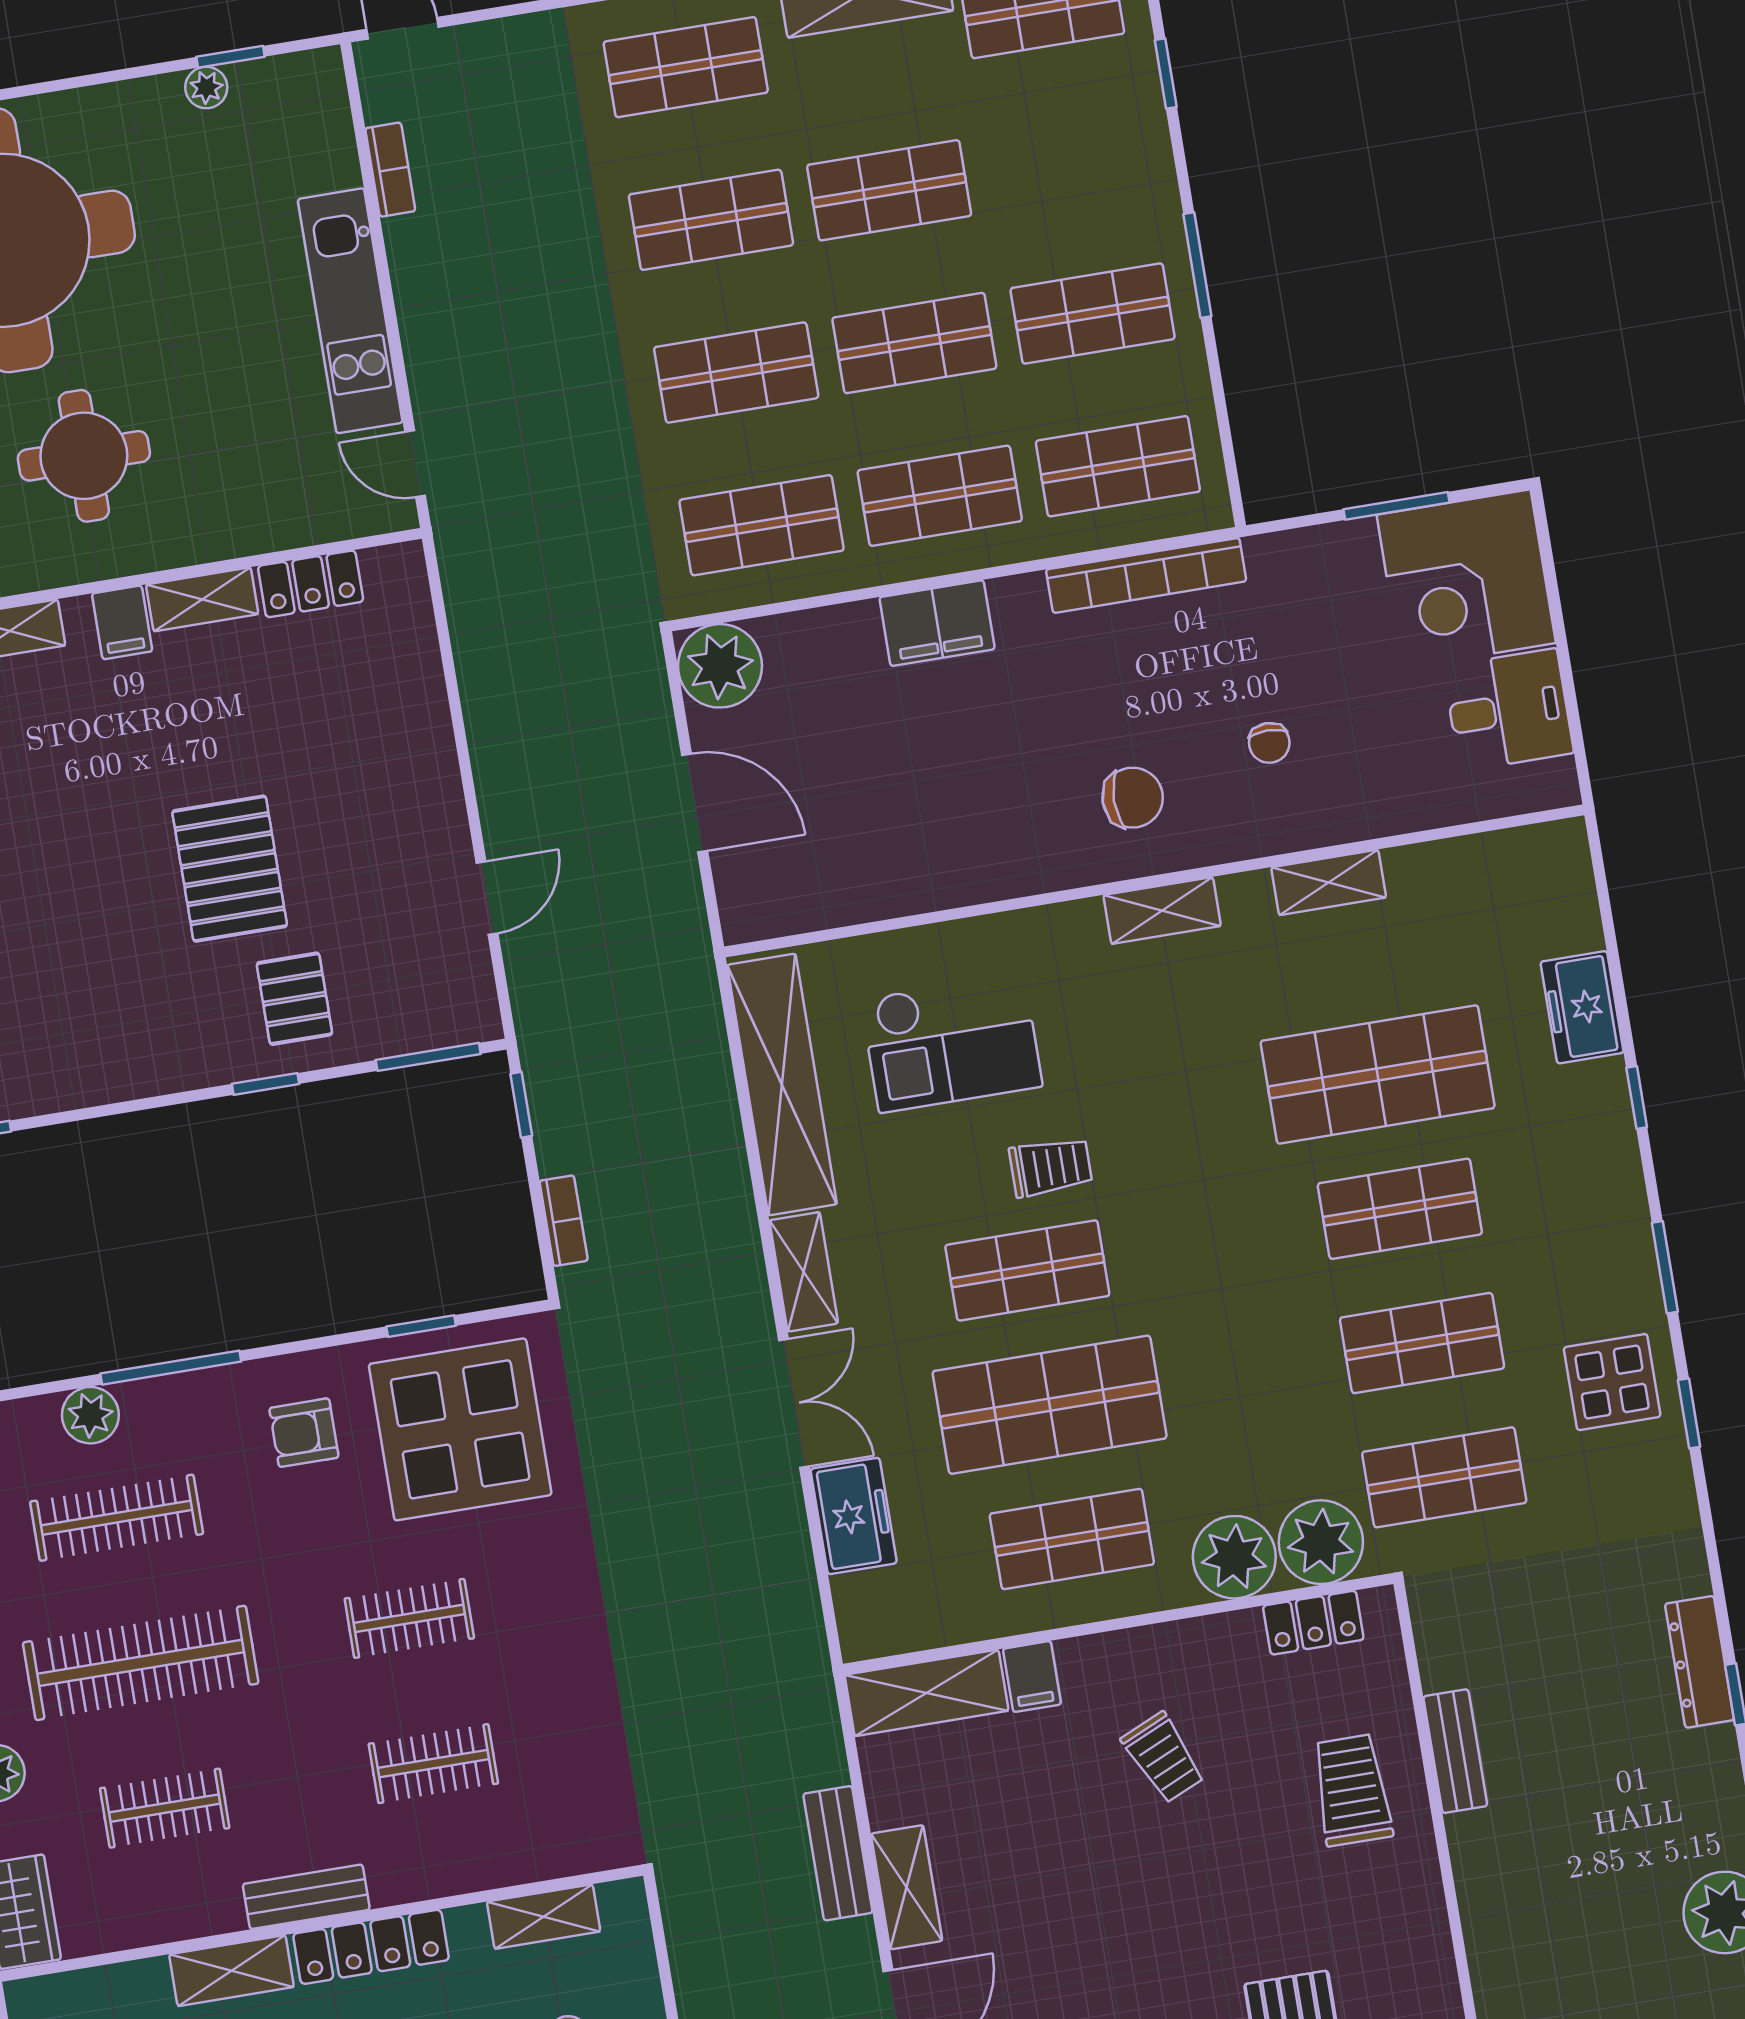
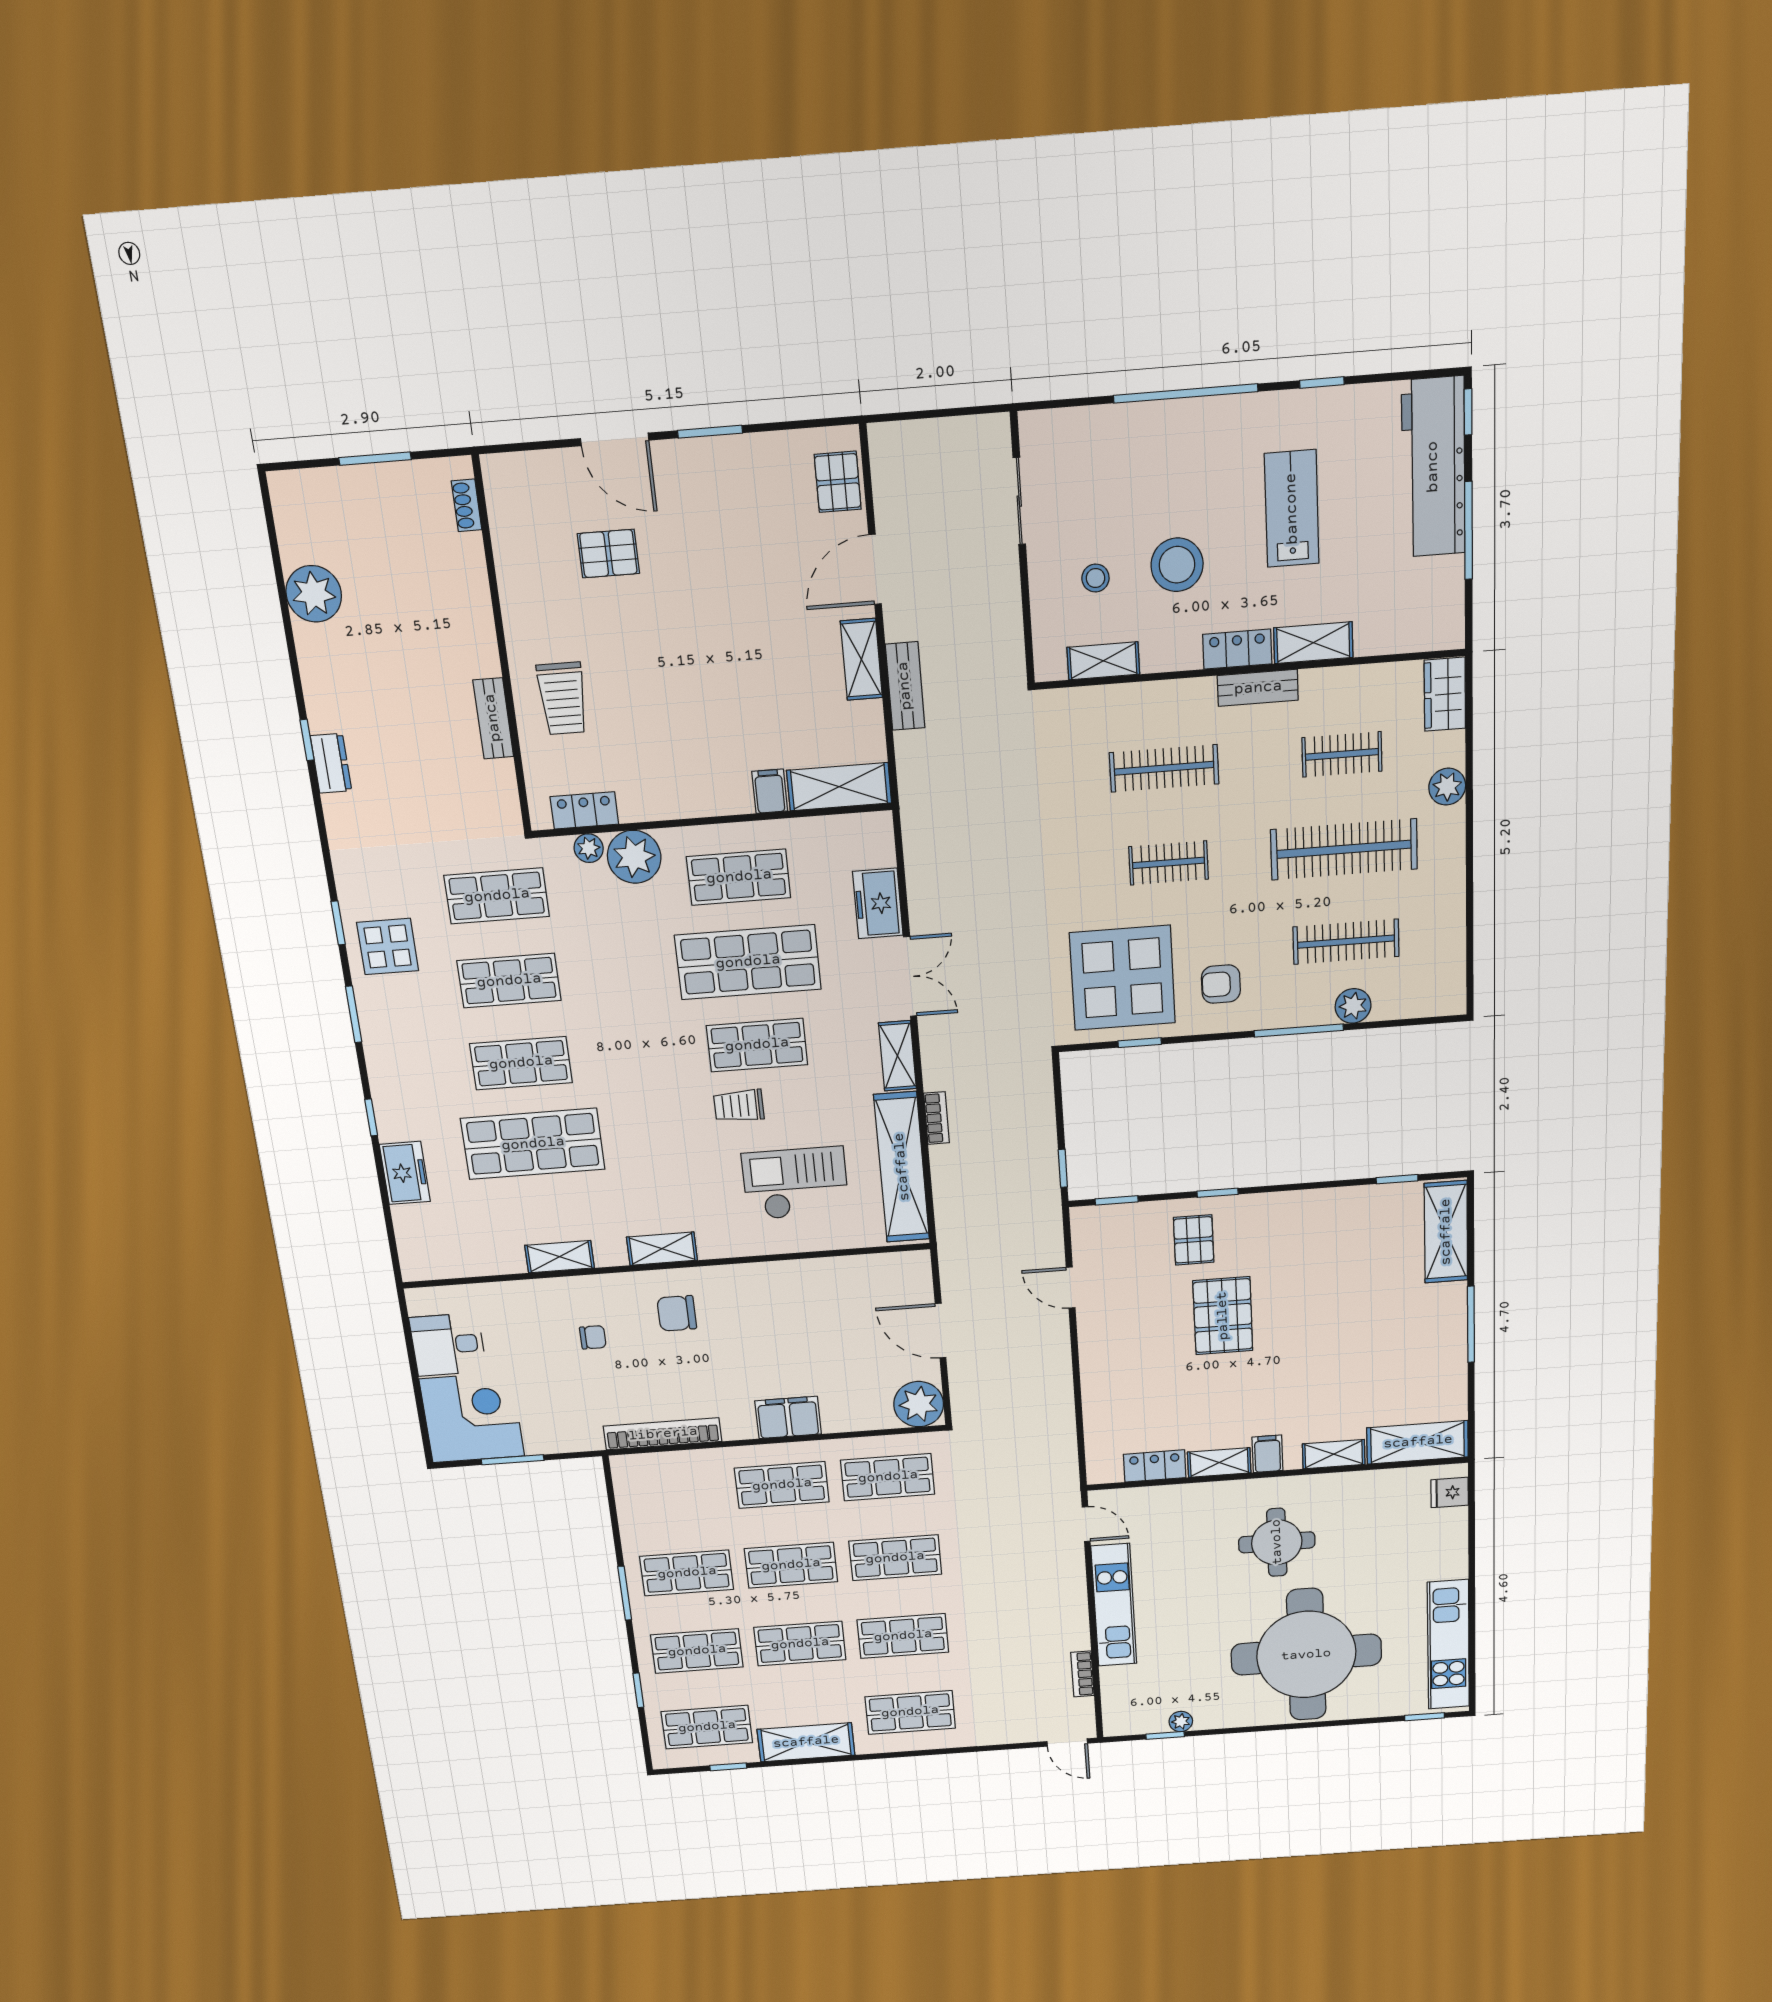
shop shelf: (1118, 466) -> (697, 1651), moved
chair: (1269, 743) -> (593, 1337), turned 90
door: (487, 898) -> (1071, 1287), hinge flipped
window: (428, 1057) -> (1117, 1200), width x0.67
bookcase: (564, 1221) -> (937, 1118), moved, turned 180
double door: (794, 1403) -> (910, 977), swing flipped
armchair: (304, 1433) -> (1221, 984), turned 180
plant: (1321, 1542) -> (589, 848), width x0.53, depth x0.53
dresser: (1700, 1662) -> (331, 763), width x0.70
trolley: (1163, 1758) -> (686, 731), removed
clothes rail: (433, 1764) -> (1164, 768), width x1.36
locker: (371, 1947) -> (1237, 649), width x0.66

